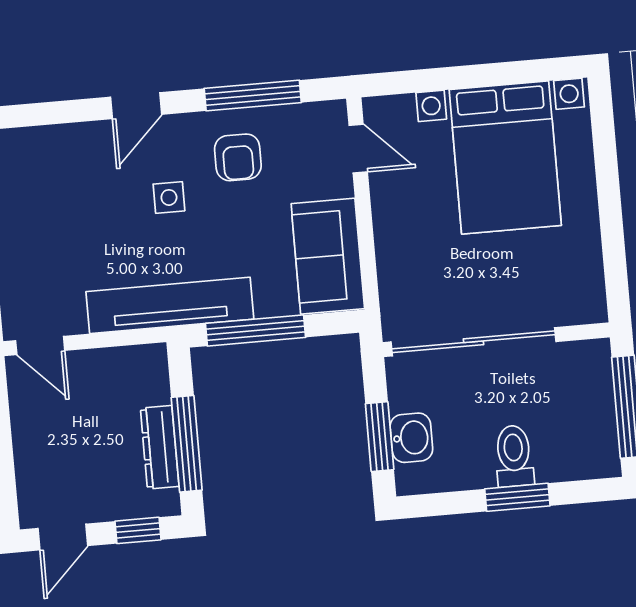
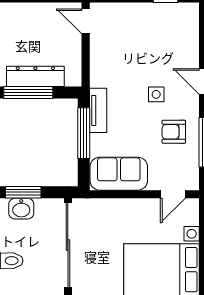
tv unit: (170, 305) -> (98, 110), width x0.52, depth x0.78
door: (40, 346) -> (86, 21), hinge flipped
dresser: (160, 447) -> (35, 76), width x1.37, depth x1.24

